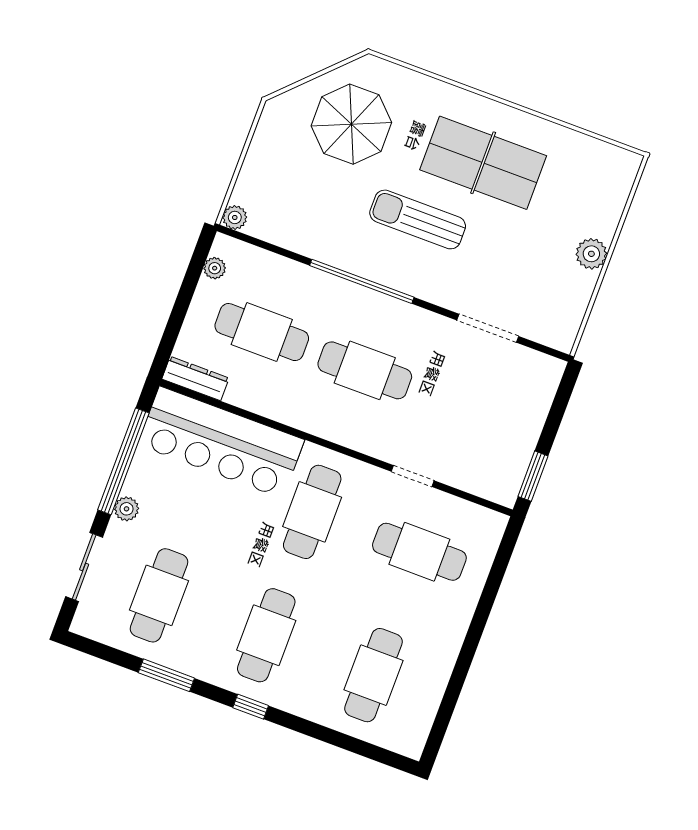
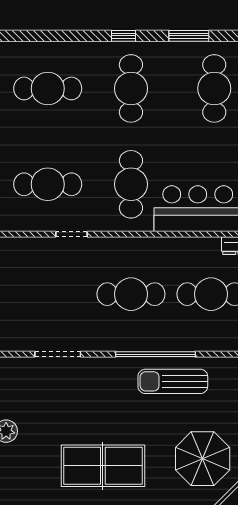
sun lounger: (418, 219) -> (173, 381), moved, turned 180
cafe table: (374, 675) -> (48, 88), turned 90

